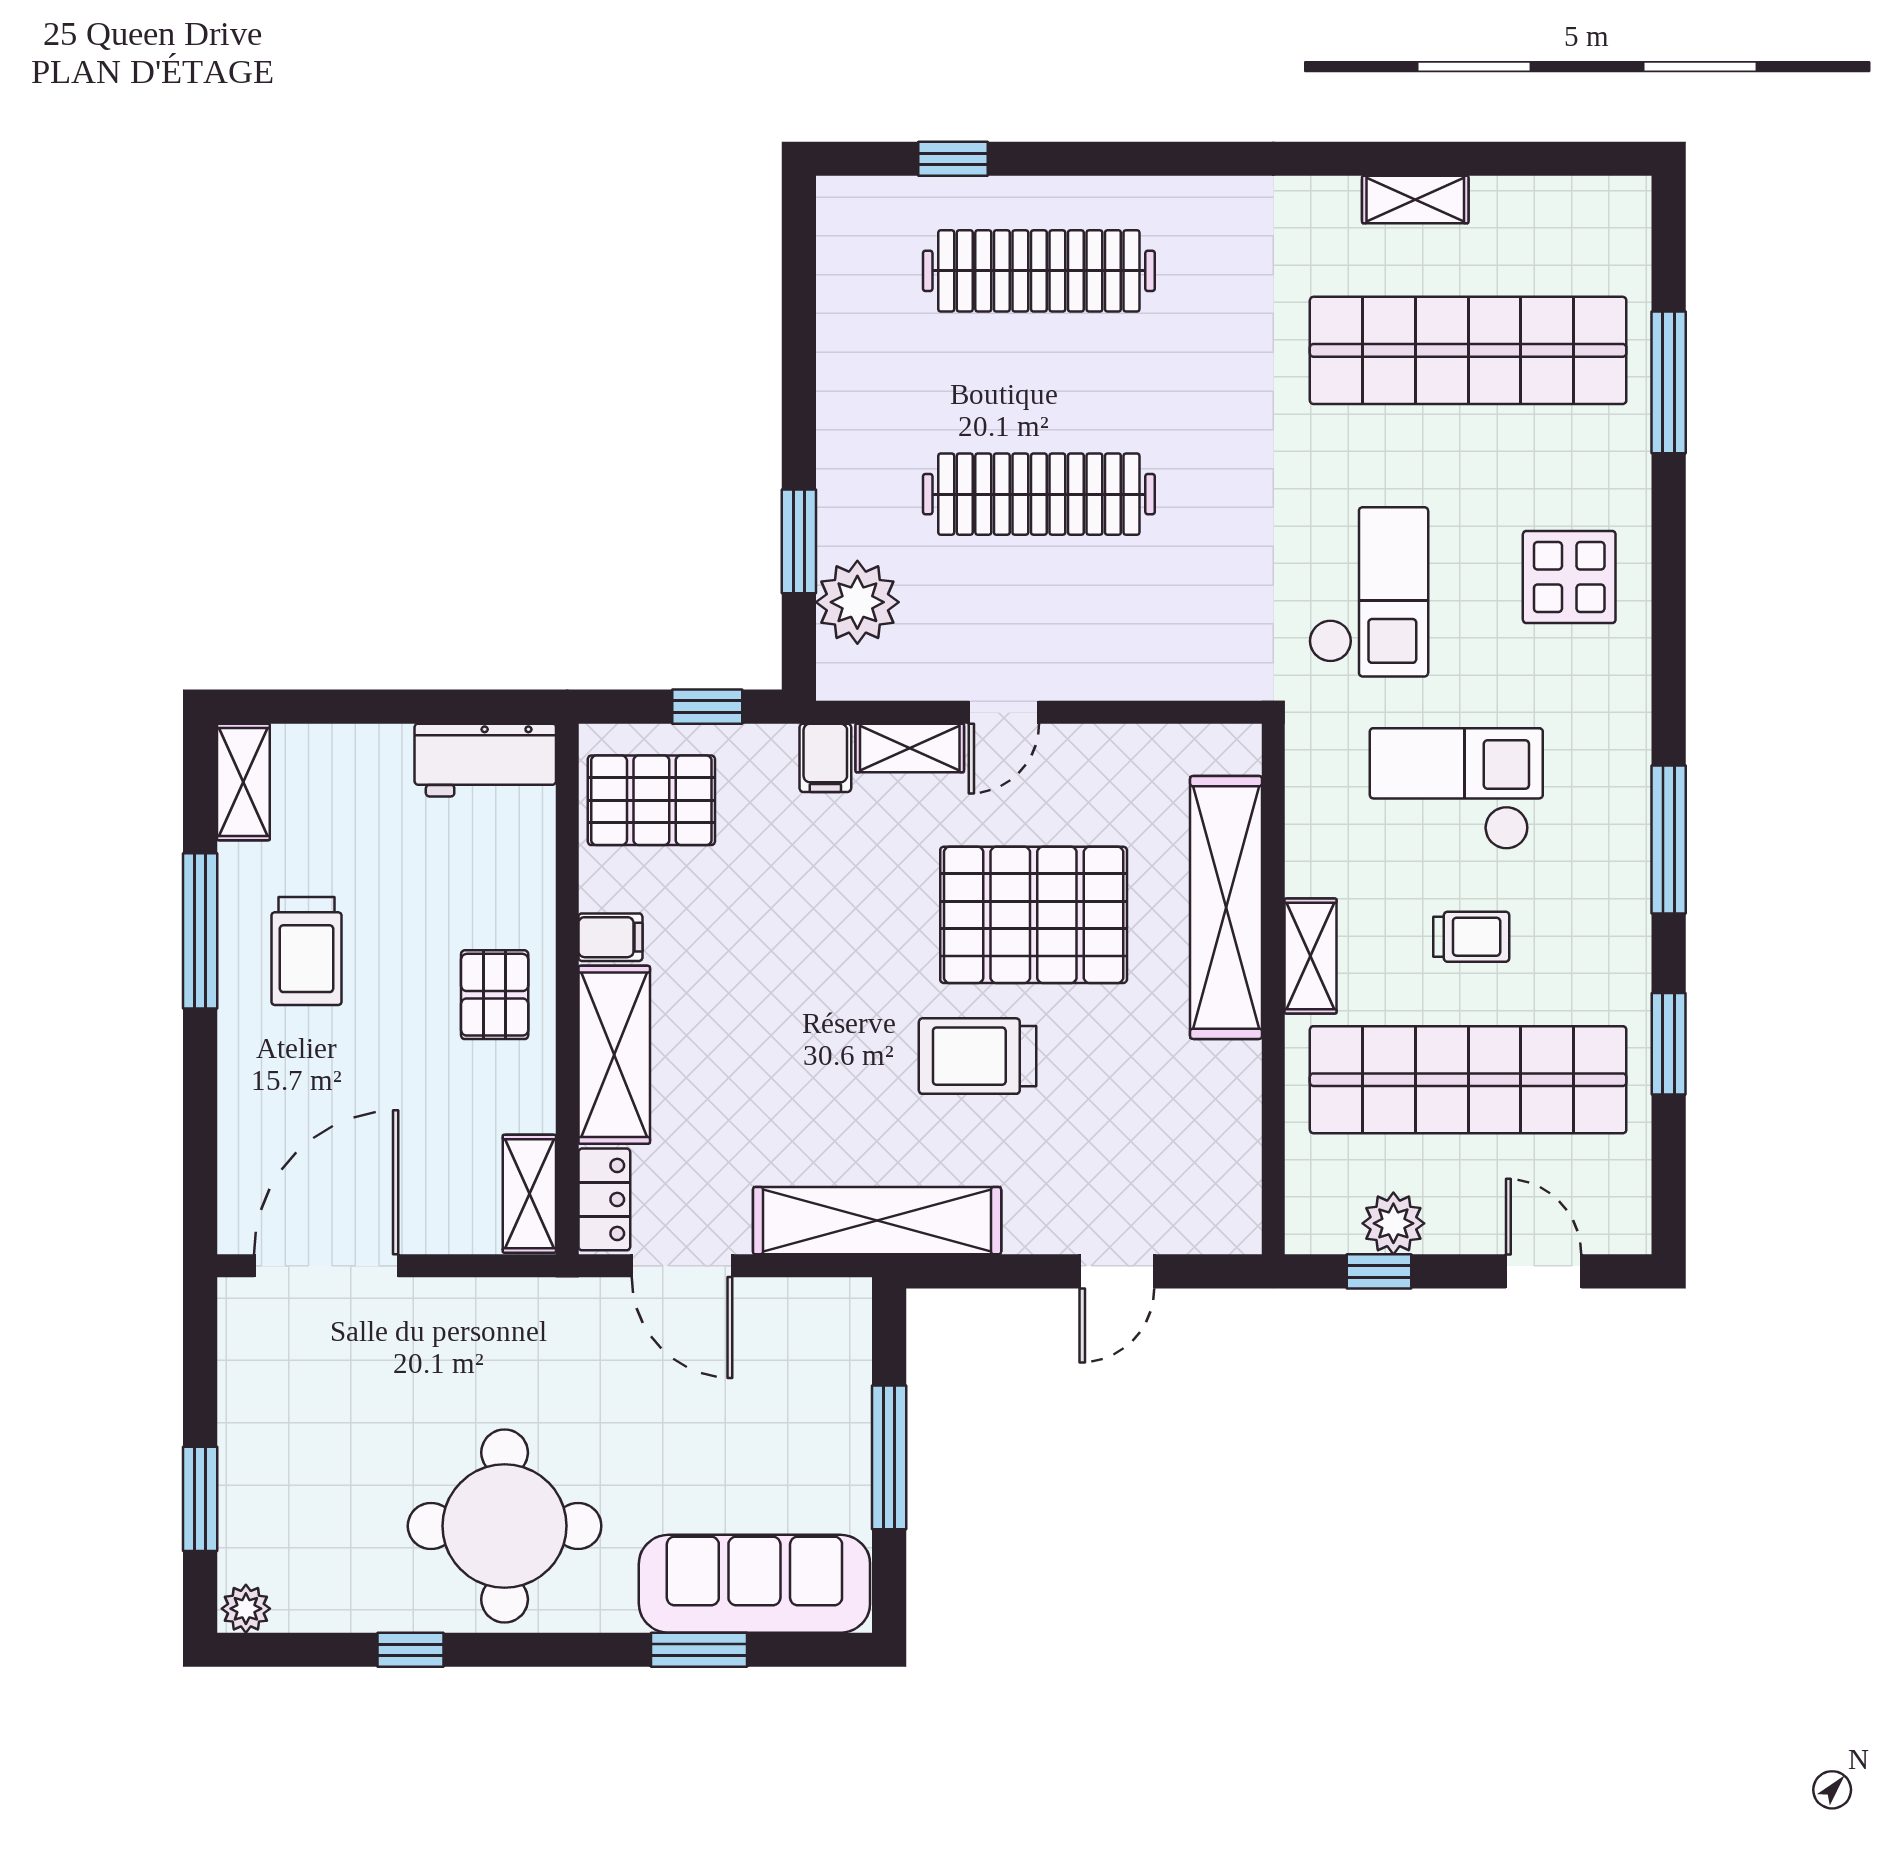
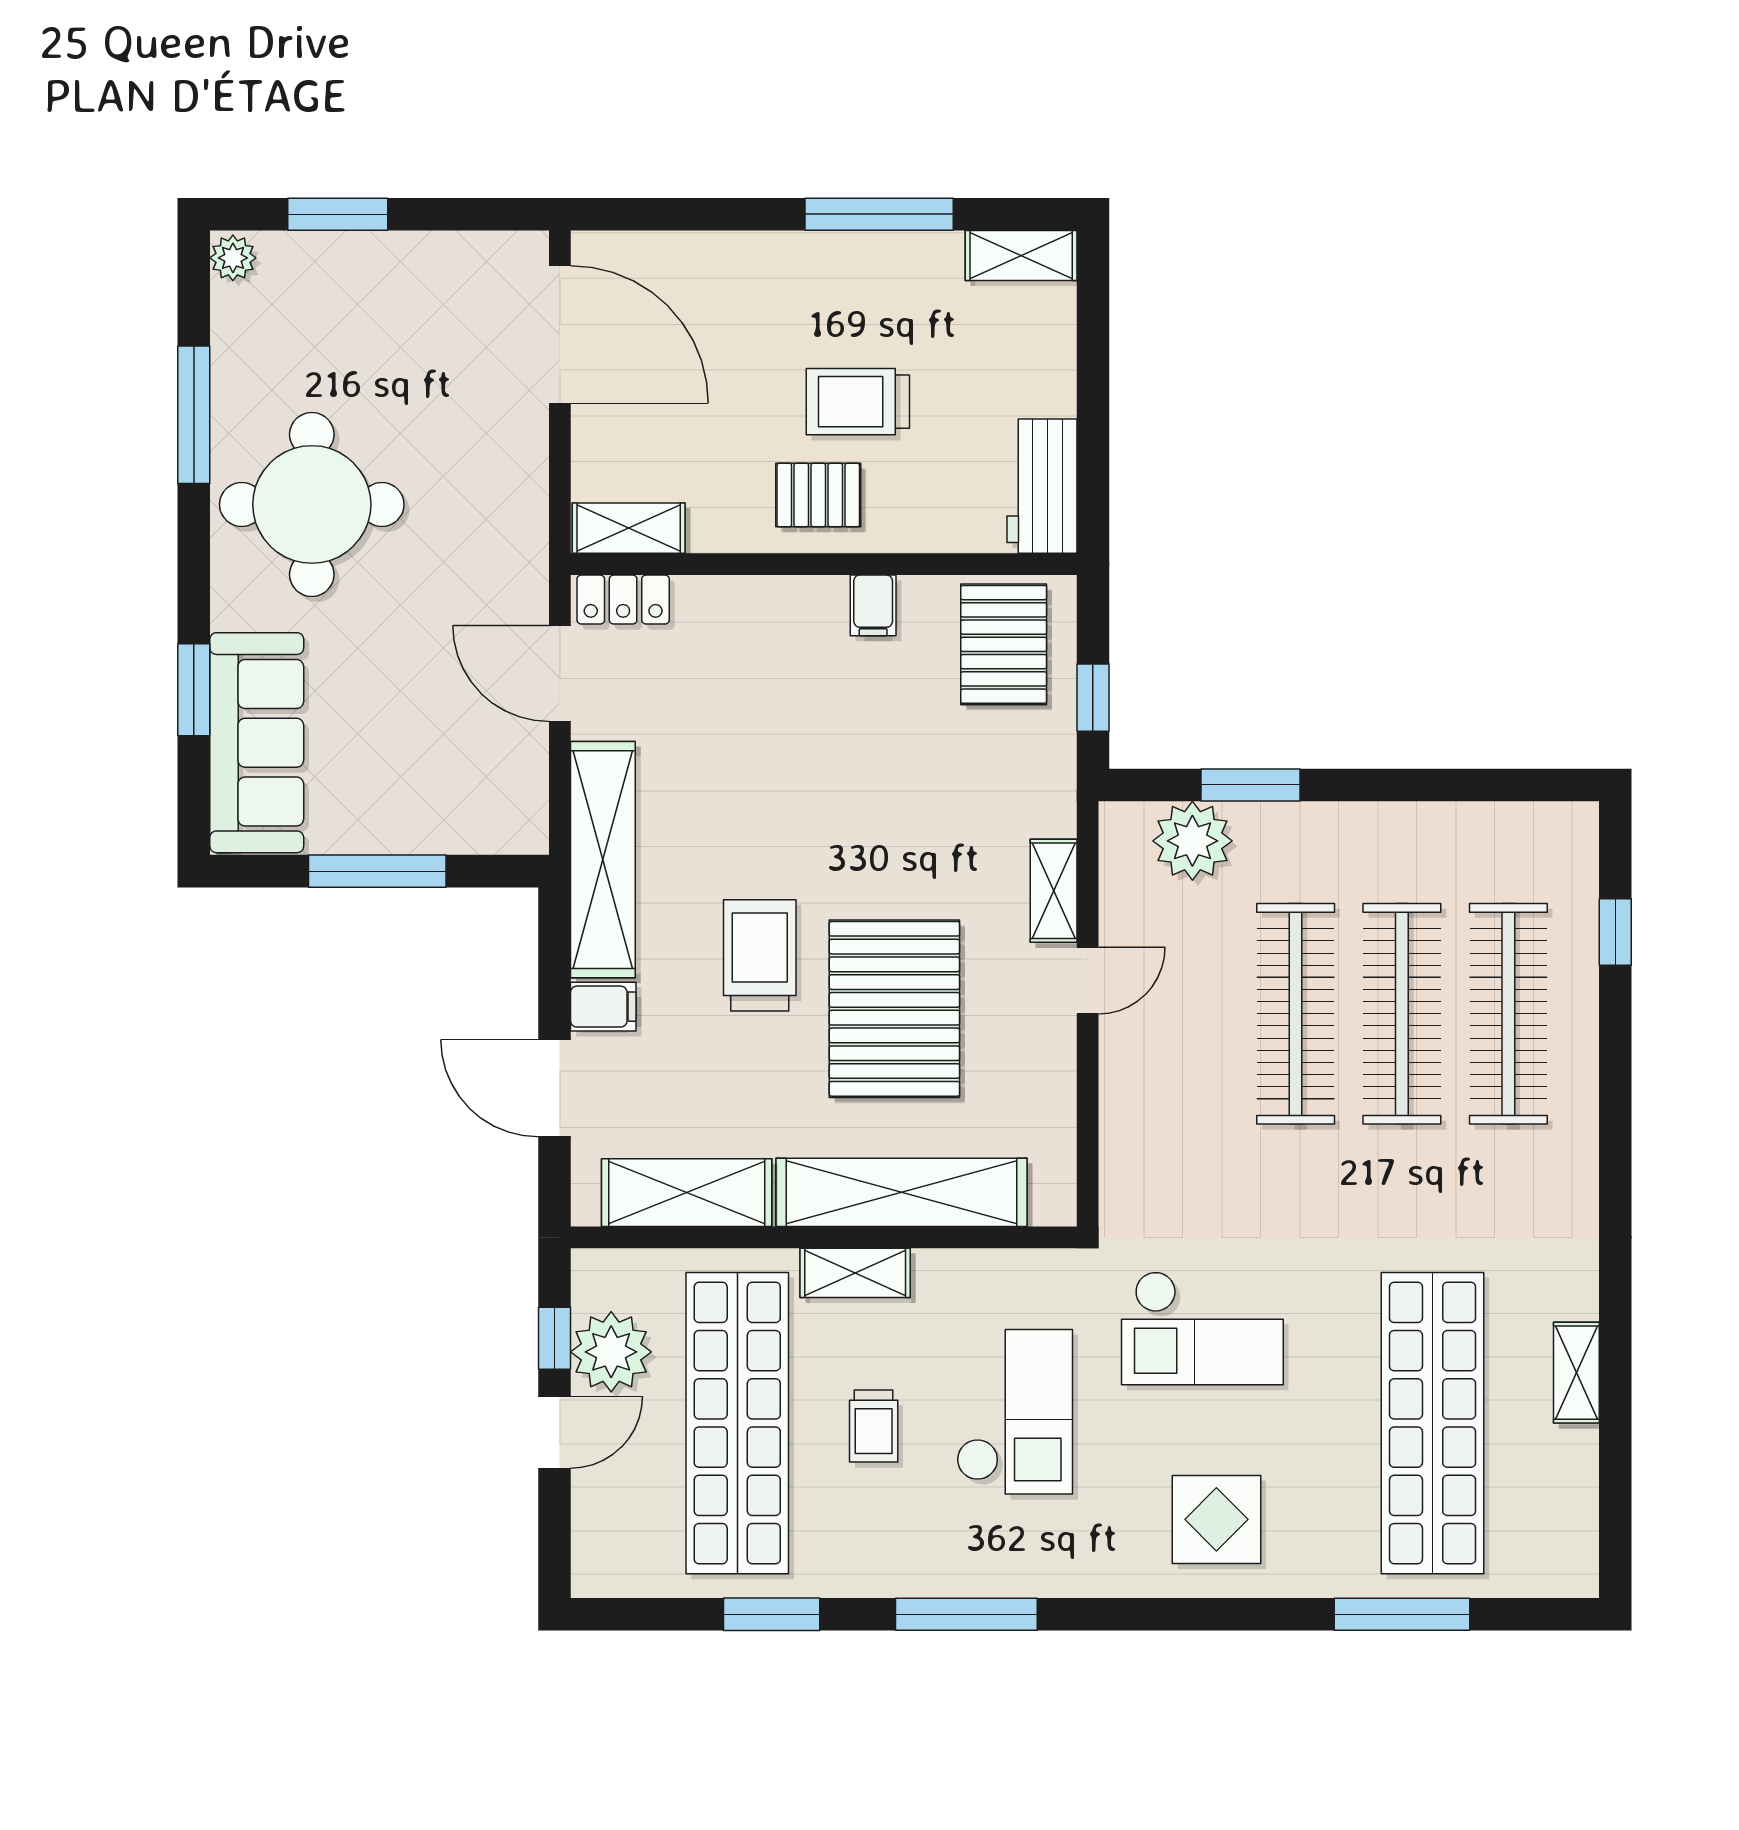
clothes rail: (1039, 382) -> (1402, 1014), added
door: (1004, 712) -> (1088, 980), swing flipped
filing cabinet: (825, 758) -> (603, 1007), moved, turned 180
trolley: (306, 951) -> (858, 402), moved
shelving: (614, 1055) -> (687, 1193), moved
plant: (1393, 1223) -> (611, 1352), width x1.36, depth x1.36
door: (682, 1266) -> (560, 674), hinge flipped
door: (1117, 1271) -> (555, 1088), width x1.38
door: (1544, 1271) -> (555, 1432), moved
window: (410, 1650) -> (194, 415), width x2.17

